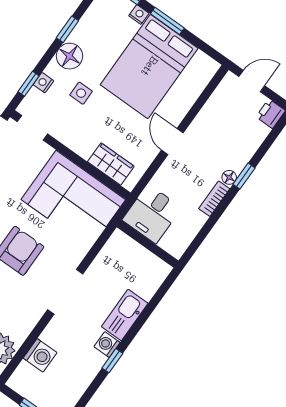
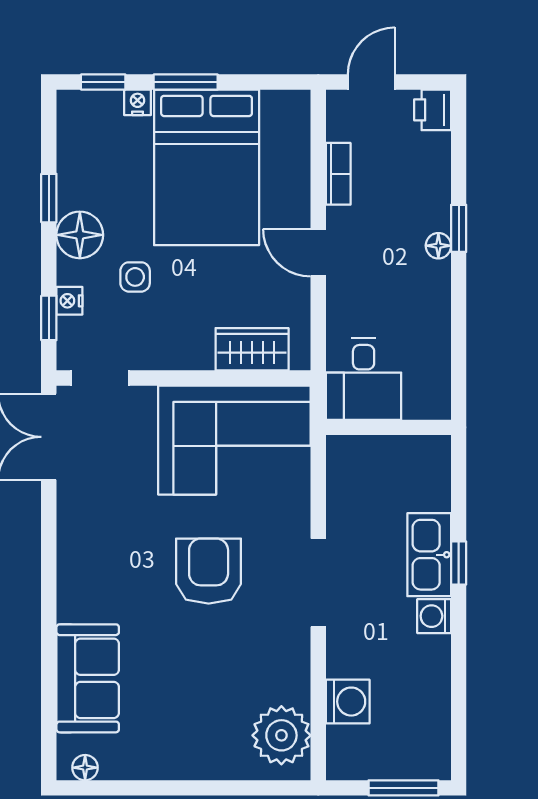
bookcase: (214, 199) -> (338, 174), moved, turned 180
window: (112, 361) -> (459, 563), moved

